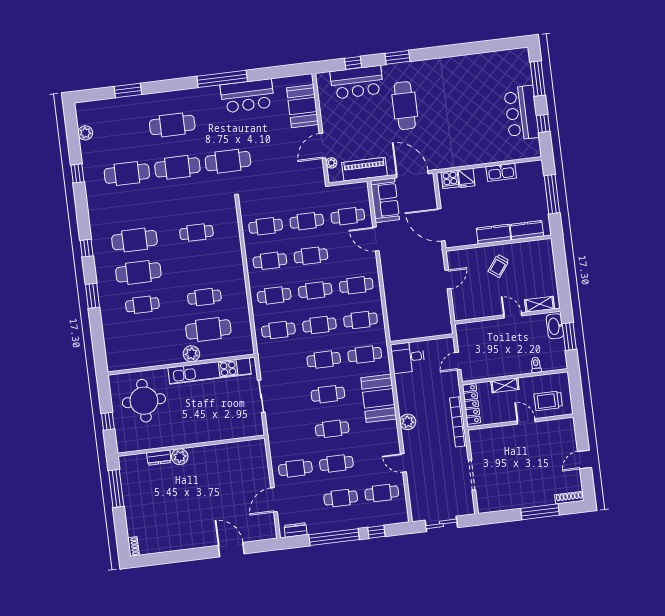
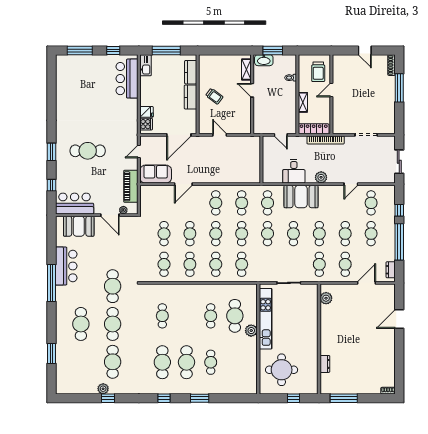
bar counter: (357, 82) -> (75, 203), moved, turned -90
bar counter: (522, 113) -> (127, 79), moved, turned 90
plant: (85, 133) -> (103, 389), moved
kitchen sink: (501, 172) -> (146, 65), moved
door: (412, 174) -> (139, 152), width x0.53
cafe table: (348, 216) -> (319, 264), moved
door: (513, 315) -> (252, 90), hinge flipped
desk: (408, 357) -> (294, 171), moved
plant: (180, 457) -> (326, 298), moved
door: (274, 500) -> (366, 283), swing flipped

